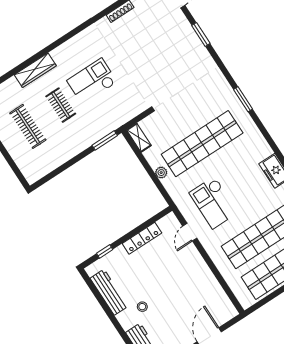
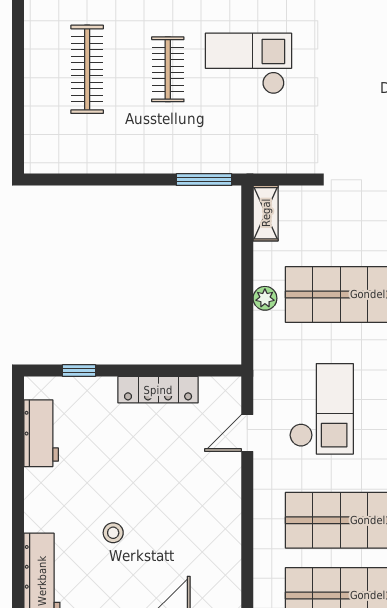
checkout: (214, 203) -> (321, 409), turned 180
workbench: (109, 292) -> (41, 433), width x0.73
stool: (142, 307) -> (113, 533), moved

